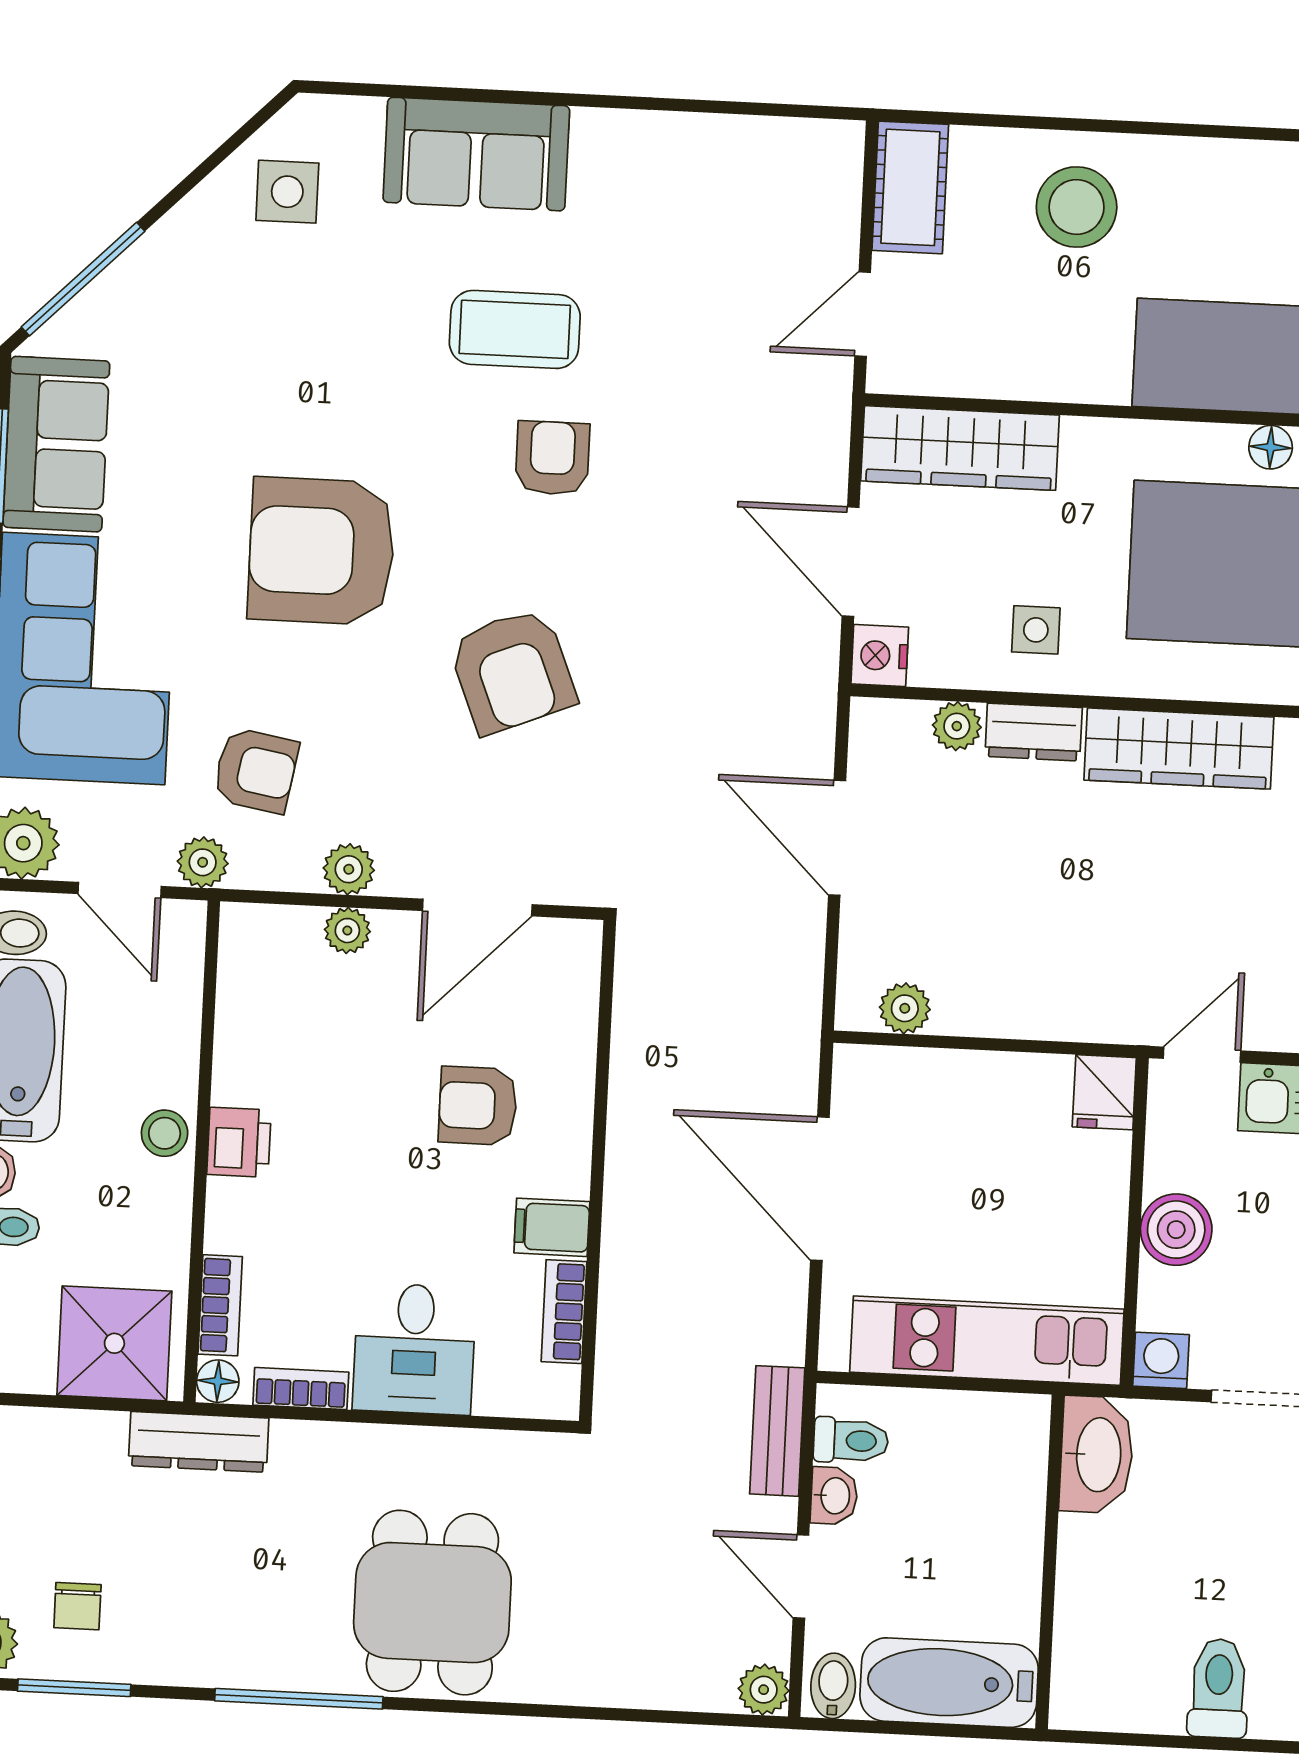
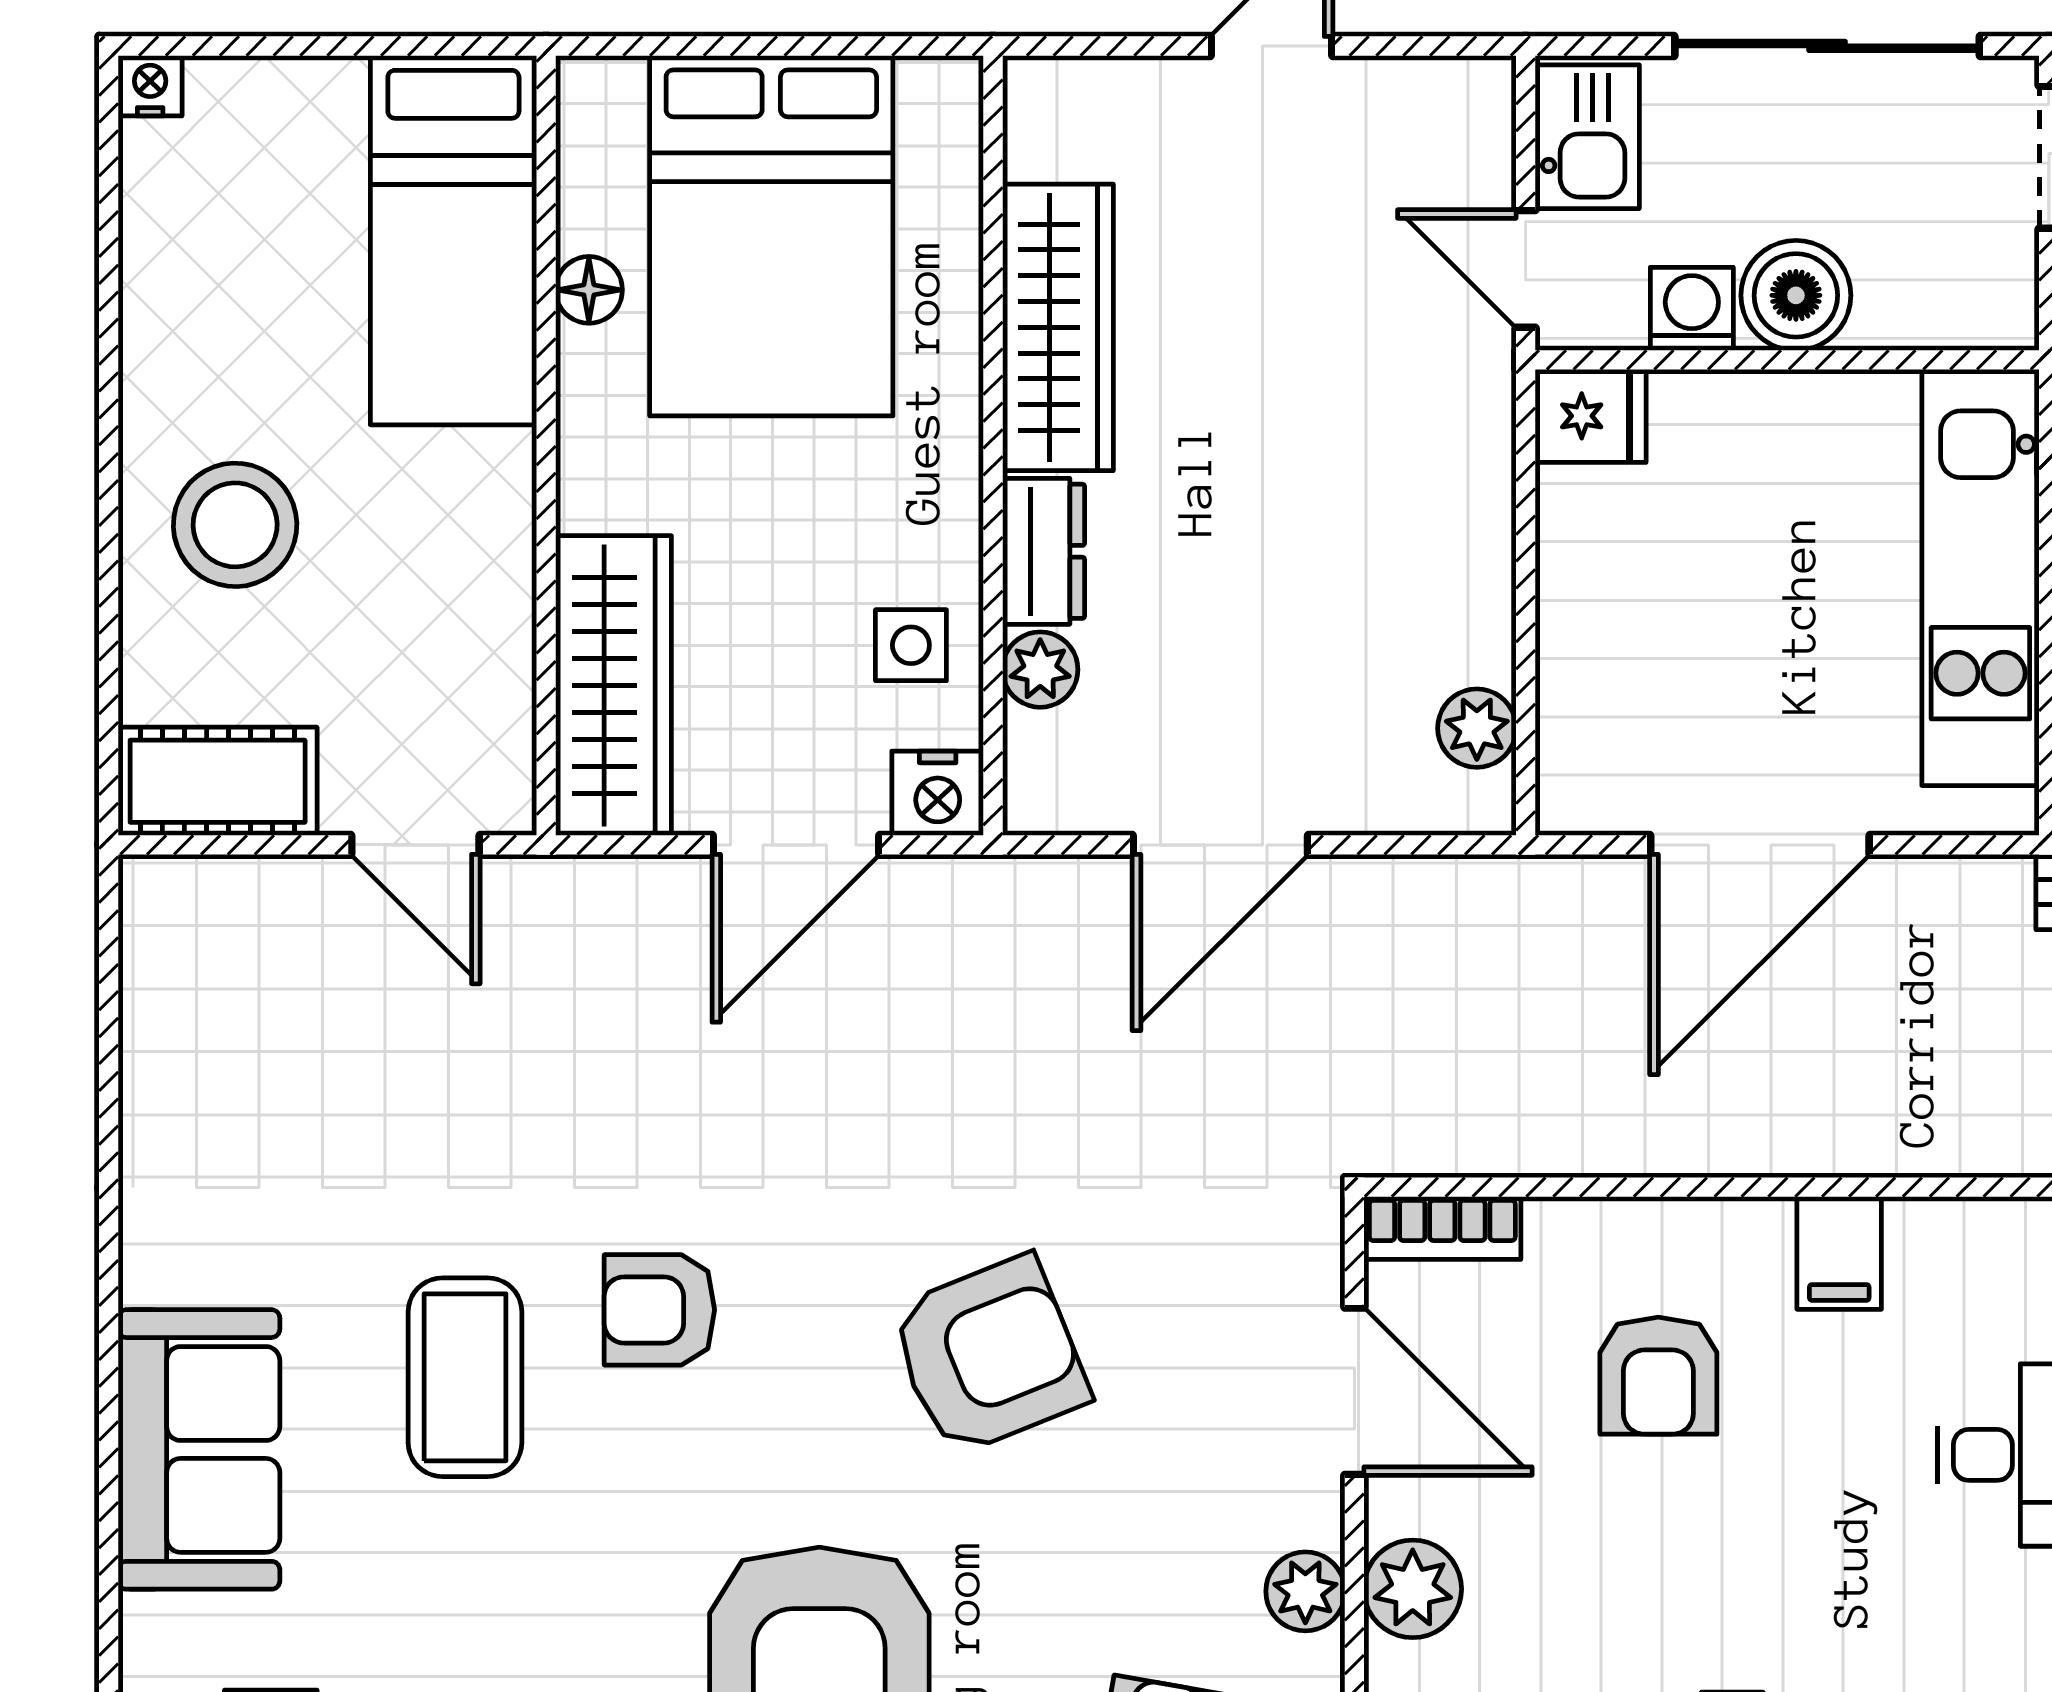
floor lamp: (1271, 447) -> (589, 290), moved
side table: (1036, 630) -> (911, 645), moved
plant: (347, 931) -> (1413, 1589), width x1.38, depth x1.38
bookcase: (564, 1312) -> (1442, 1228), moved
washing machine: (1161, 1360) -> (1692, 309), moved, turned 90

